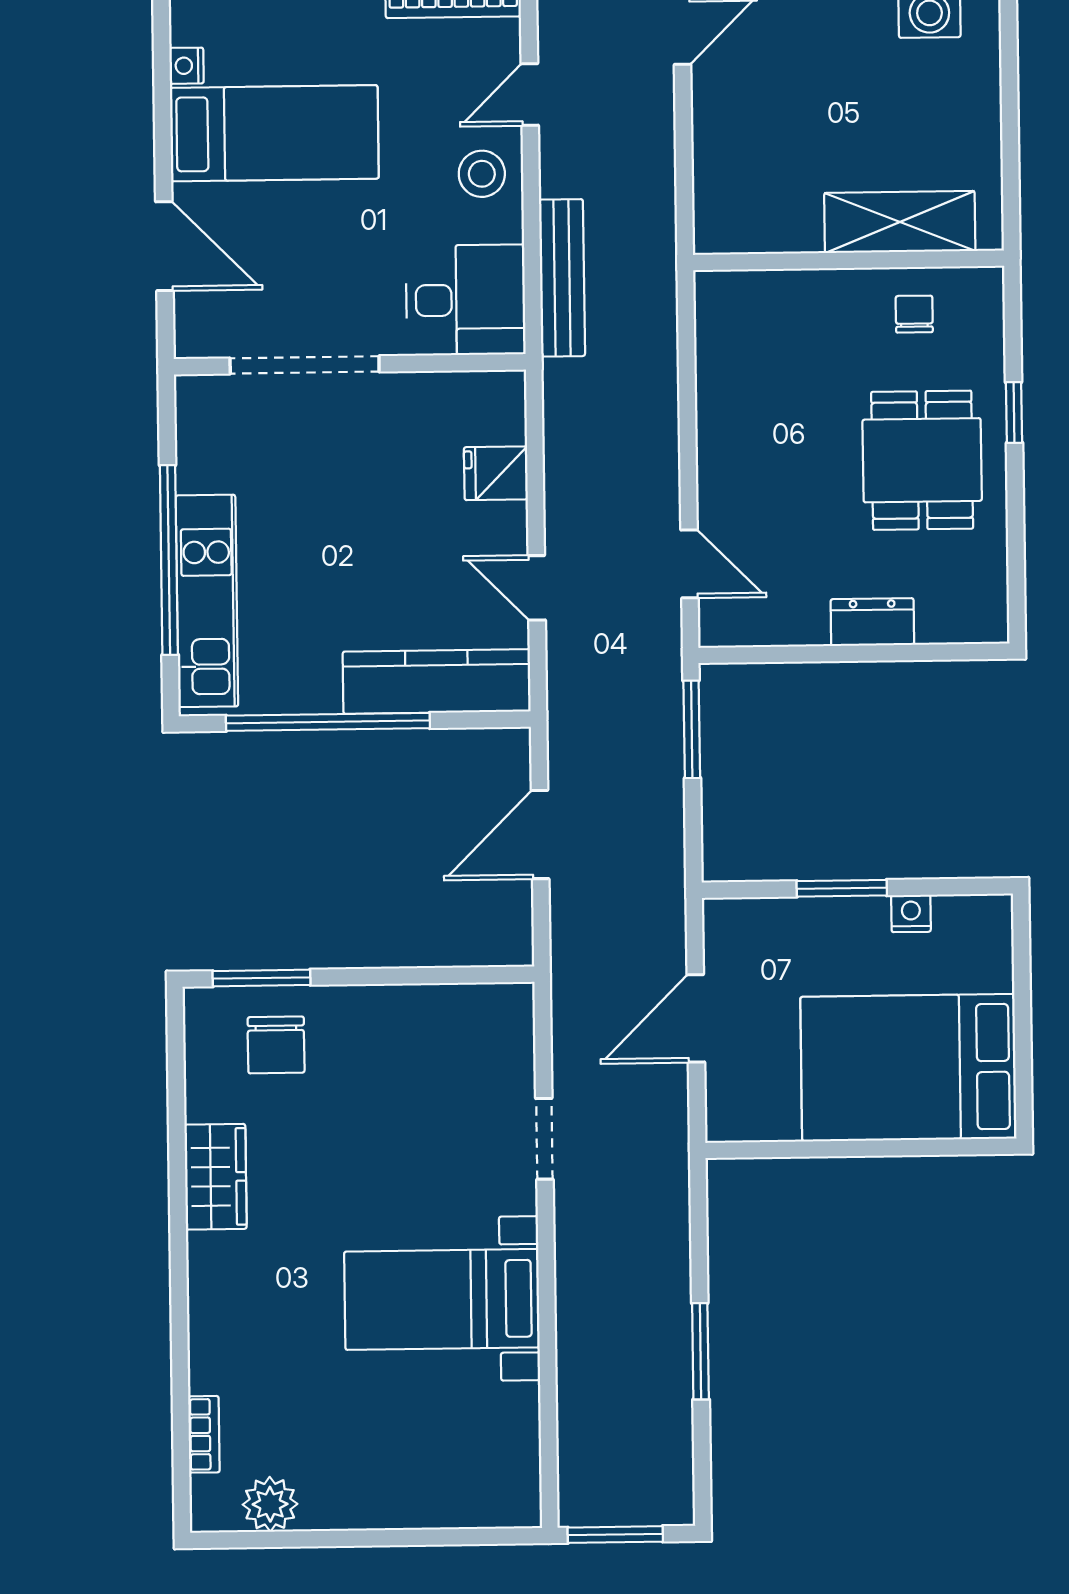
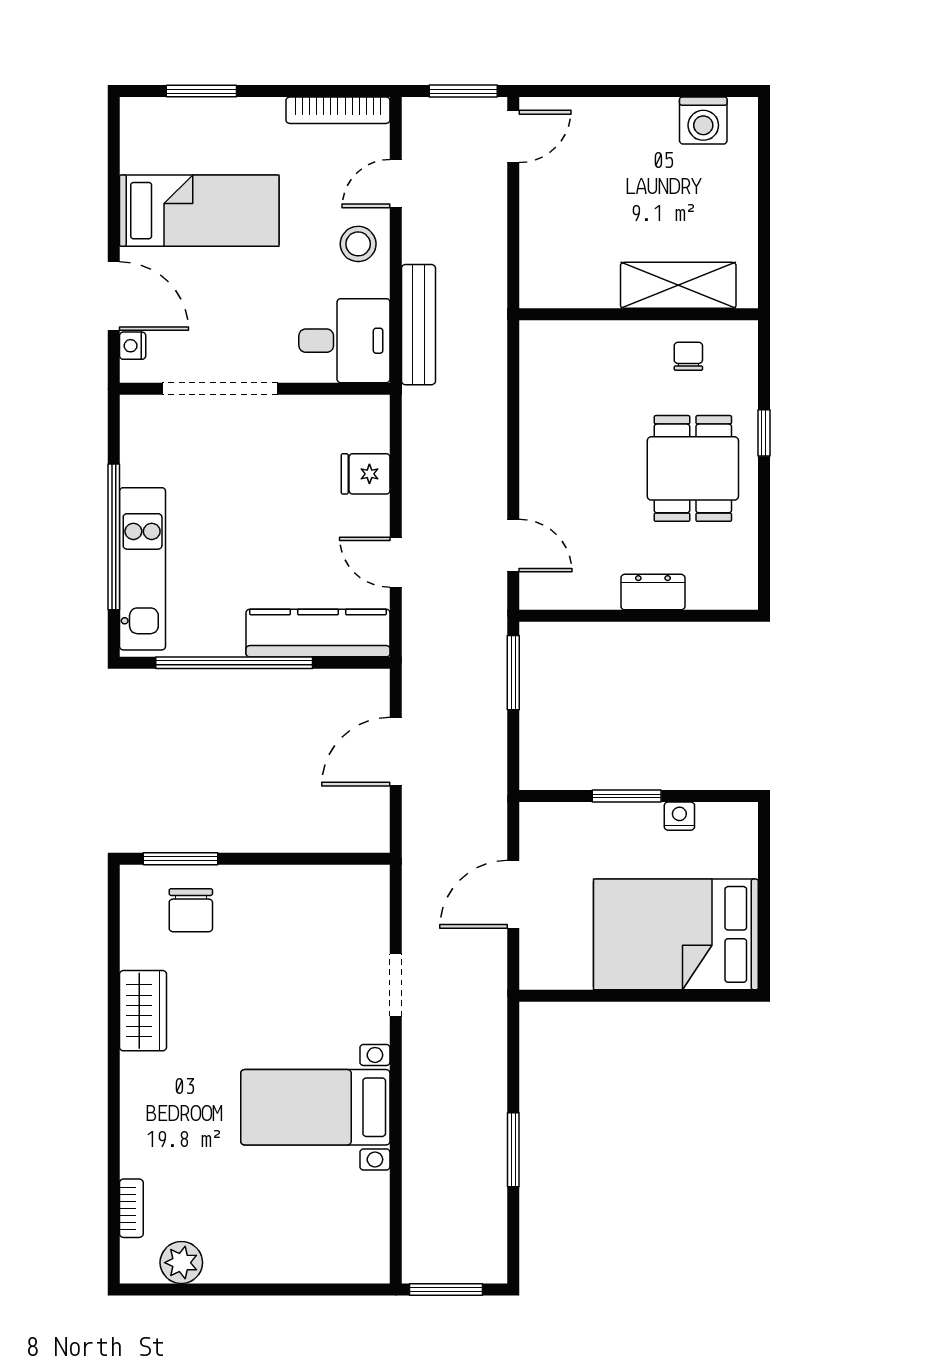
nightstand: (187, 66) -> (133, 346), moved

